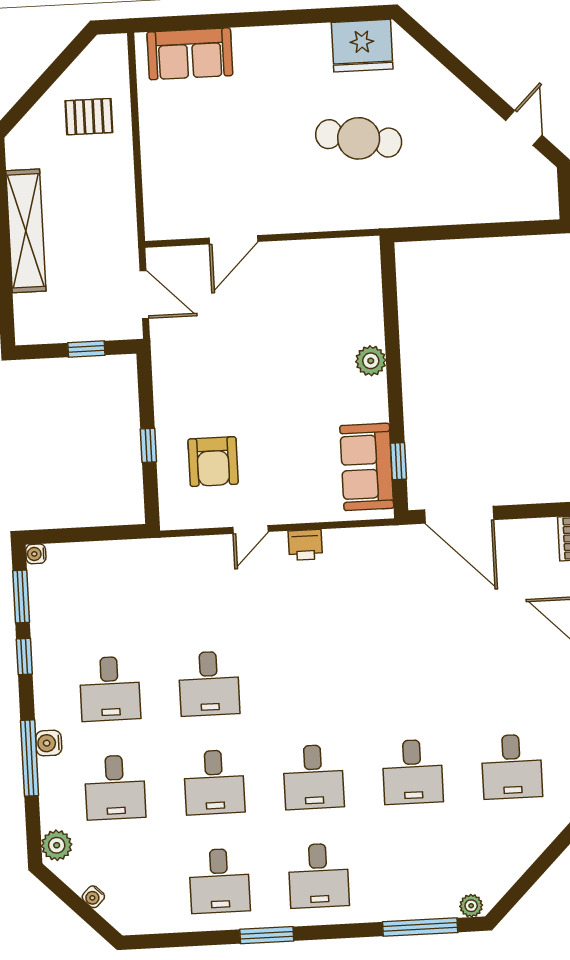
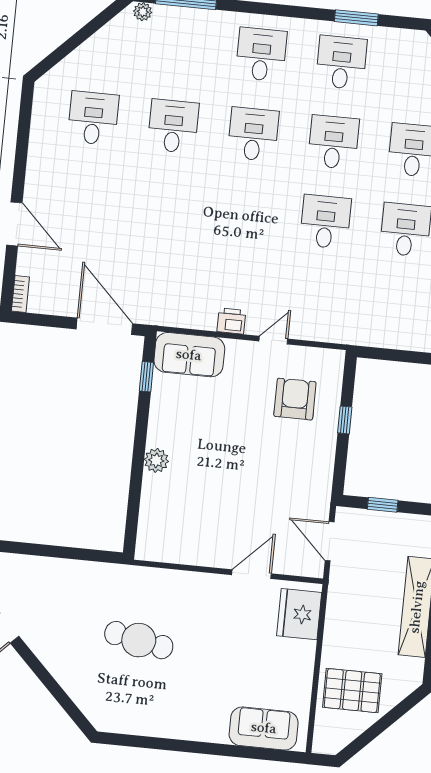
fridge: (362, 46) -> (299, 614), moved, turned -90
pallet: (89, 117) -> (352, 691), width x1.50, depth x1.42
sofa: (367, 467) -> (189, 355), moved, turned 90
window: (267, 935) -> (356, 18), moved

